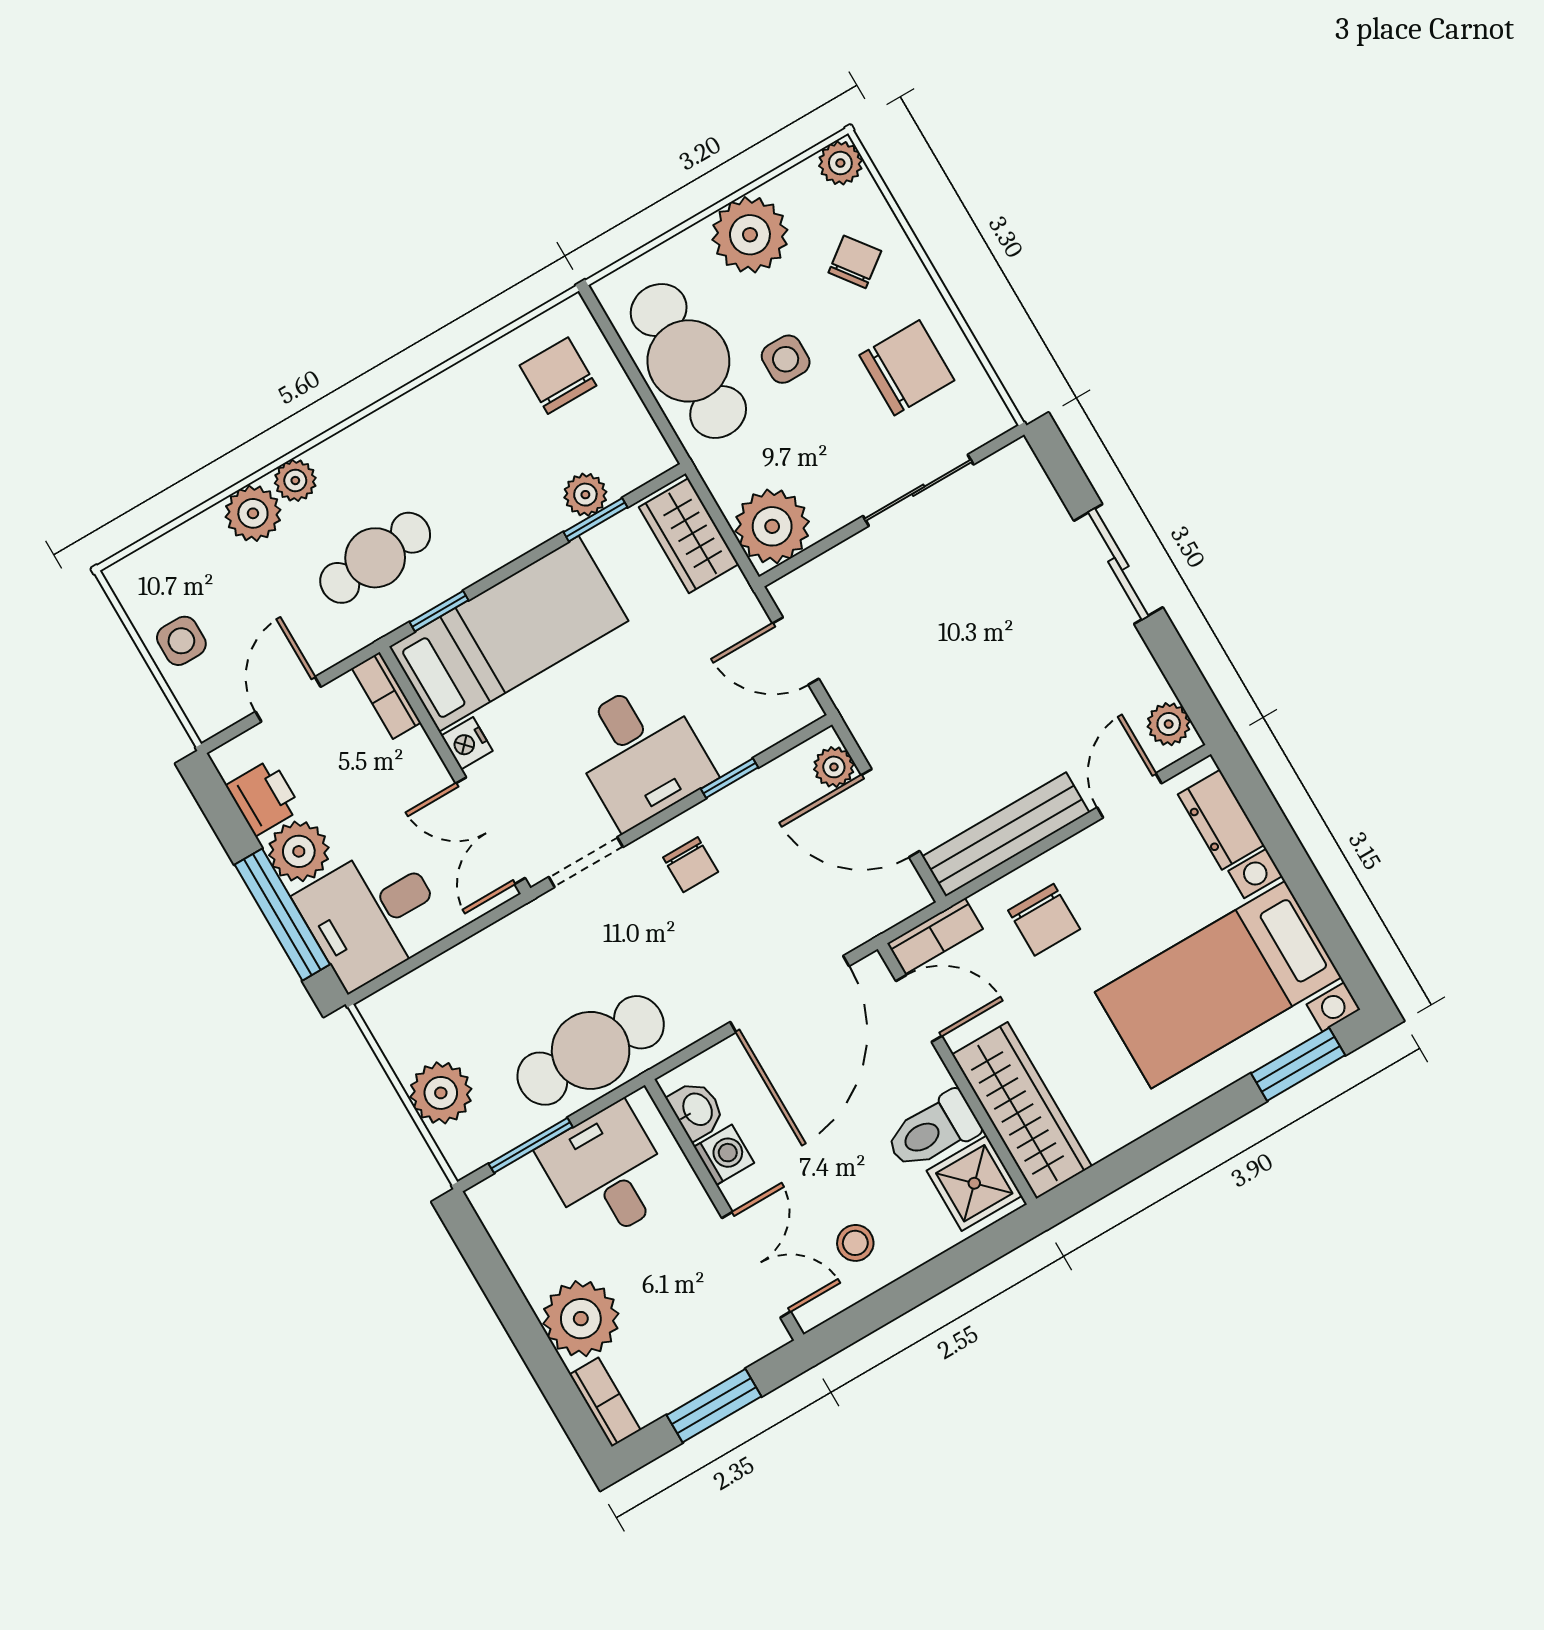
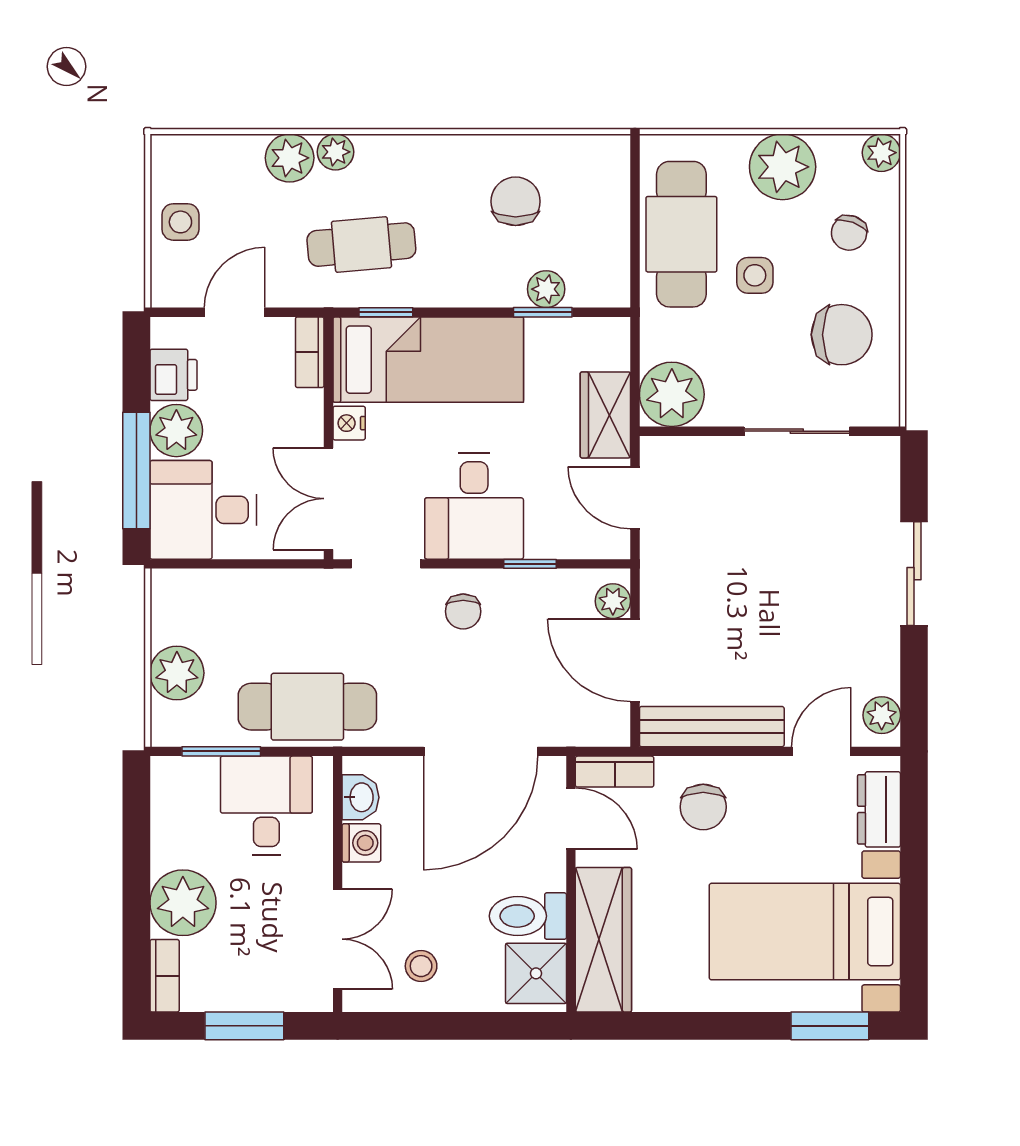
chair: (855, 262) -> (849, 233), turned 147
chair: (558, 376) -> (516, 201), moved
wardrobe: (689, 536) -> (605, 415), moved

